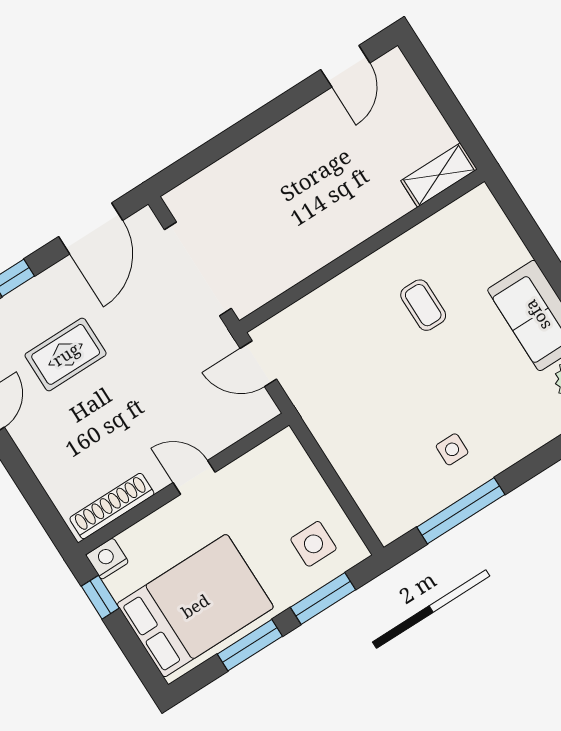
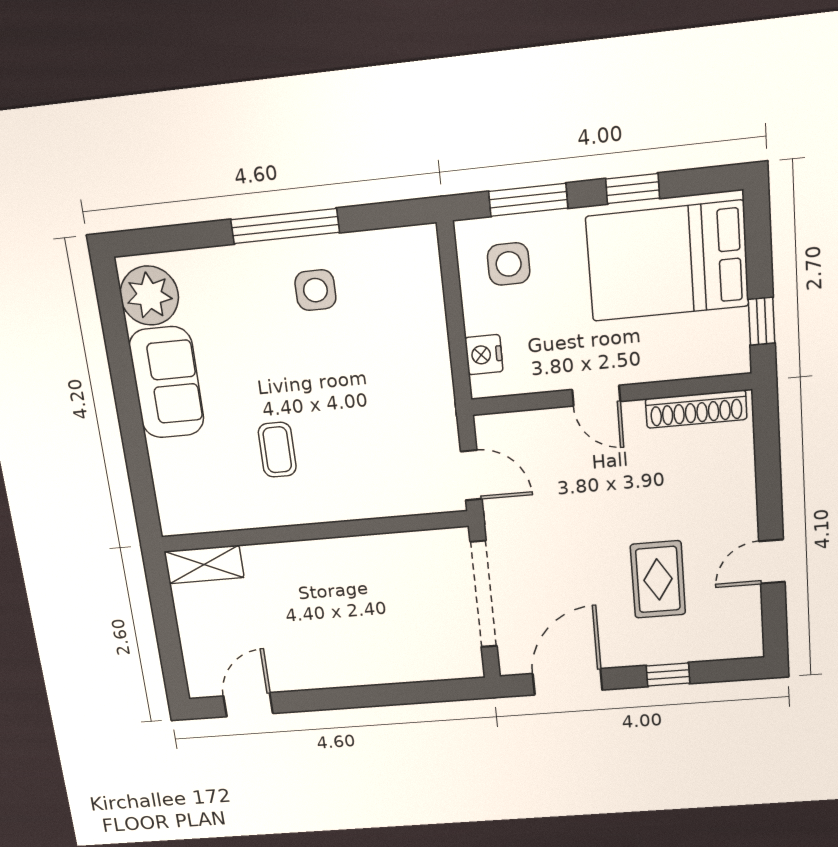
rug: (66, 354) -> (658, 579), turned 90
side table: (452, 449) -> (315, 290), width x1.37, depth x1.37
window: (461, 511) -> (285, 226), moved
nightstand: (107, 559) -> (484, 355), moved, turned 90
window: (250, 645) -> (633, 189), width x0.67

